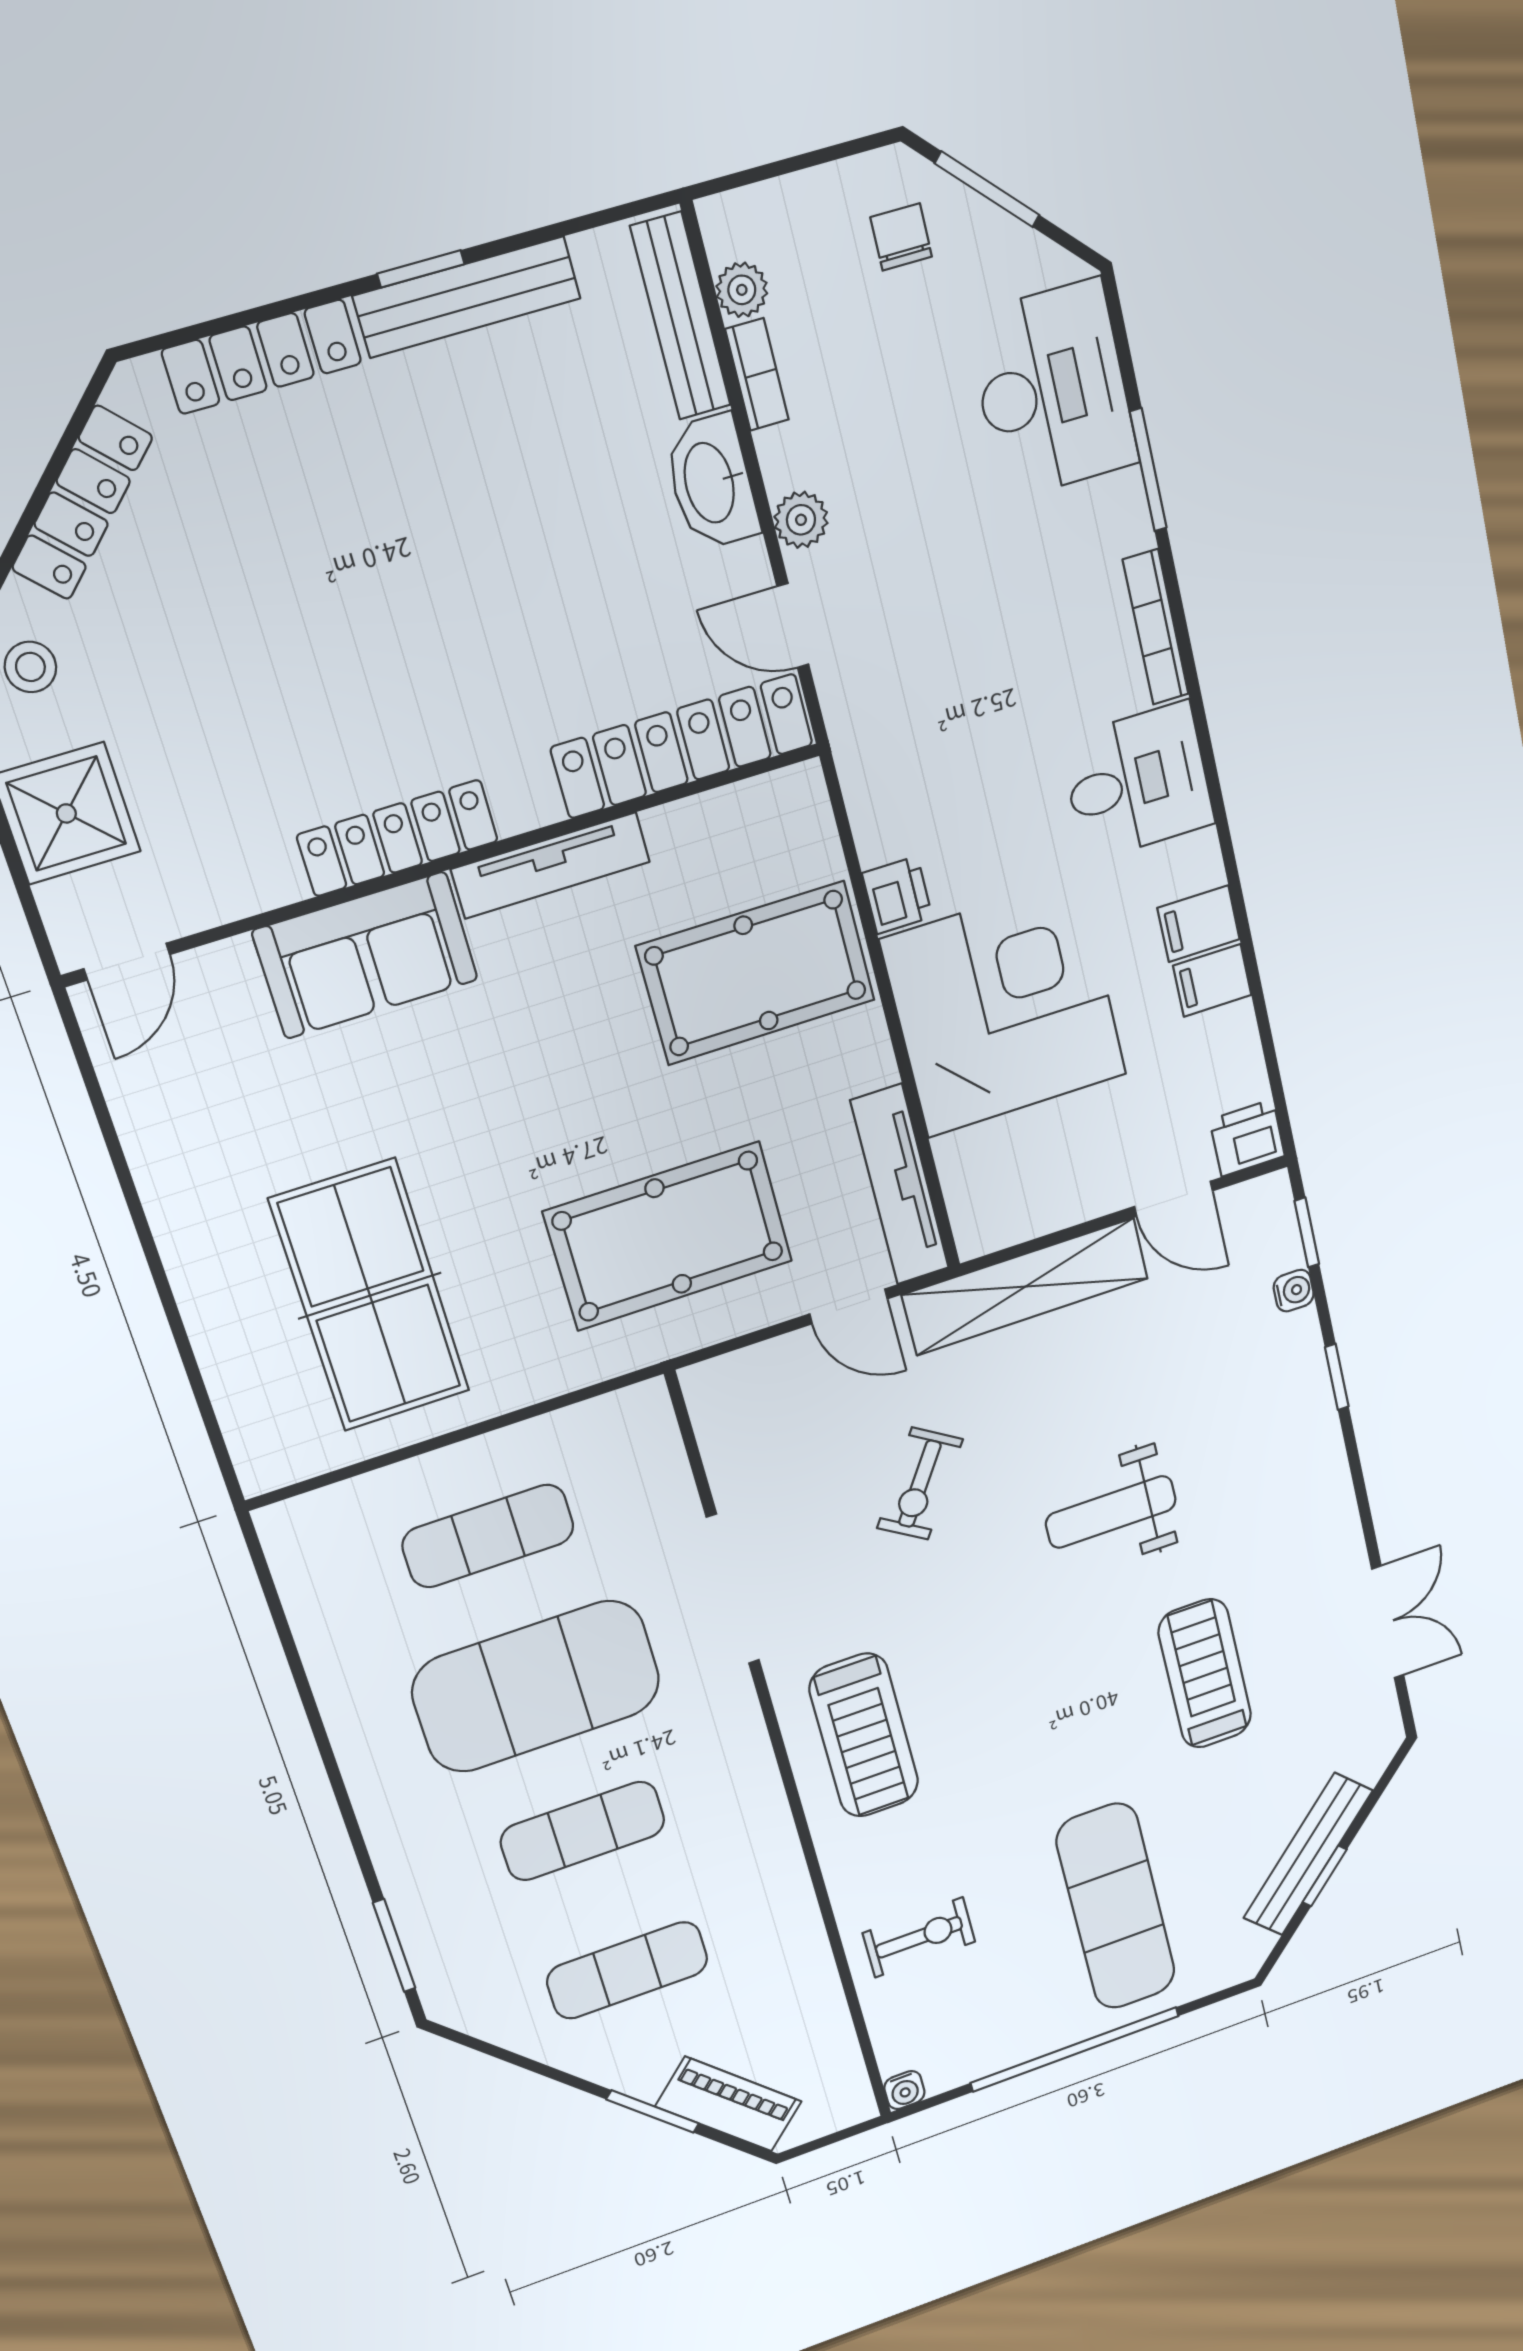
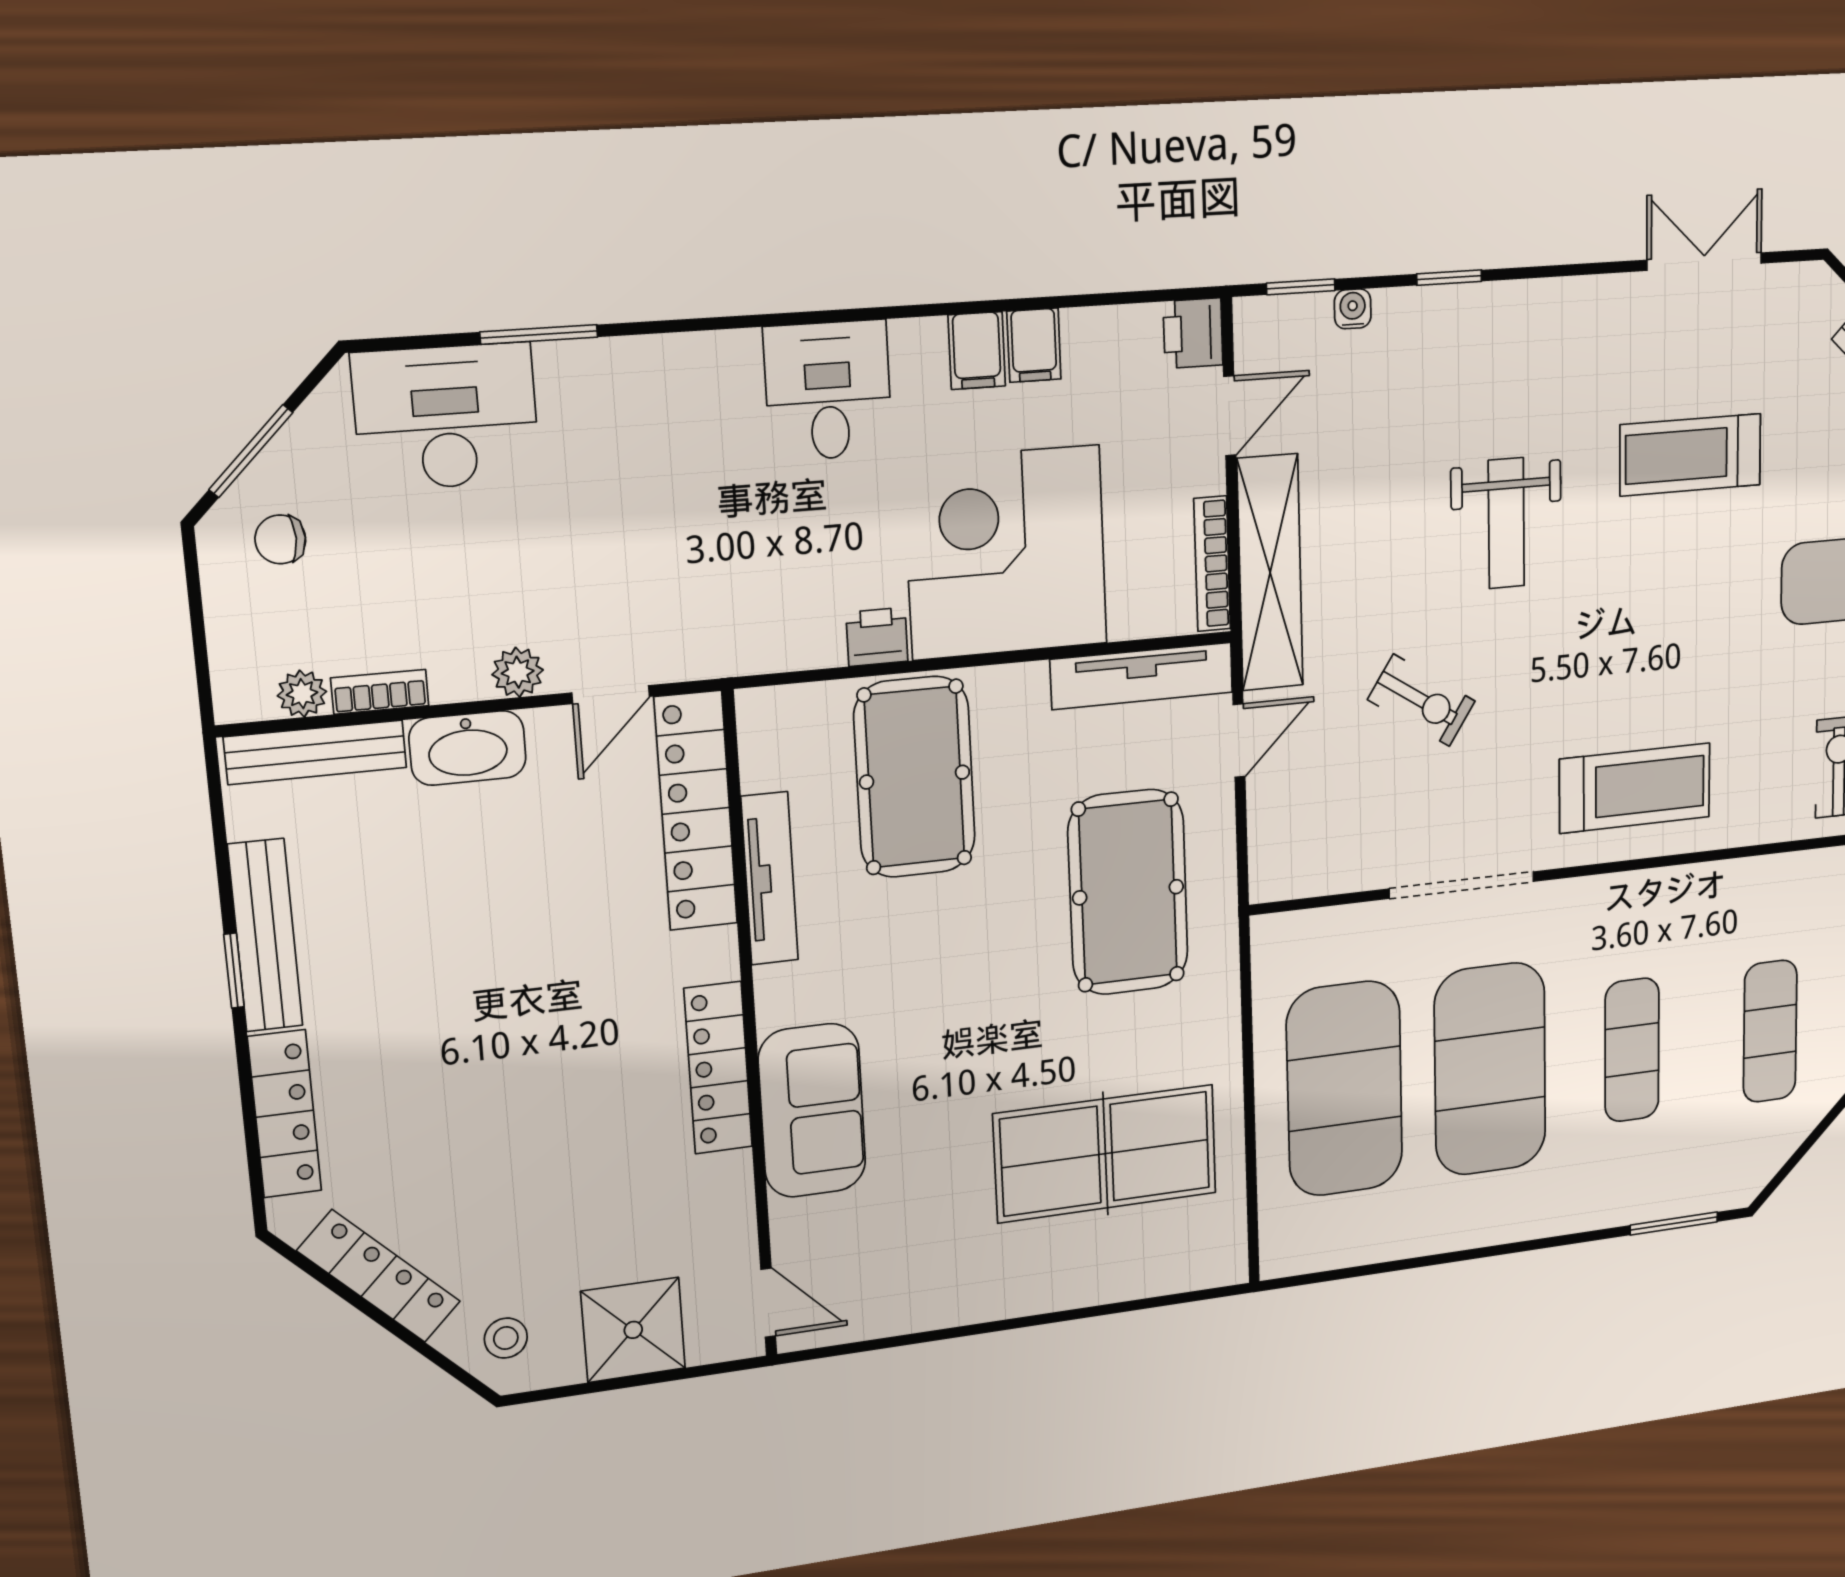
bookcase: (1156, 627) -> (1212, 564), moved, turned 90
tv unit: (551, 865) -> (770, 879), moved
exercise mat: (488, 1536) -> (1345, 1089), width x2.00, depth x1.45

